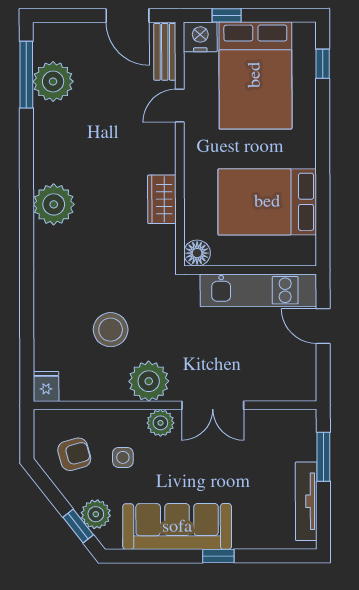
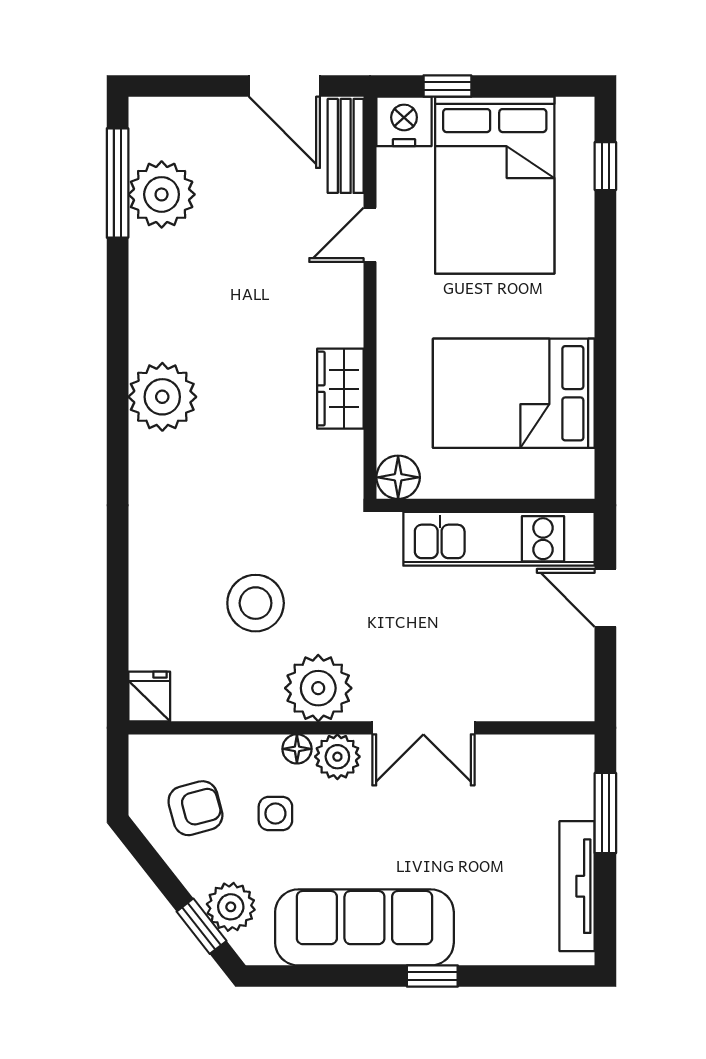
floor lamp: (136, 418) -> (297, 749), added

